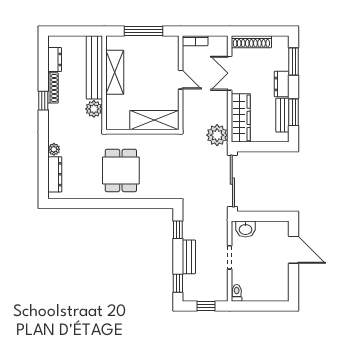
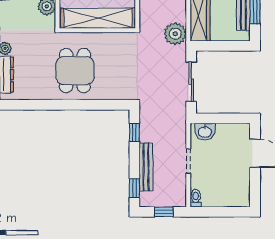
shelving: (154, 120) -> (98, 18), width x1.47
sliding door: (232, 181) -> (191, 82), width x0.73
bench: (189, 257) -> (146, 167), width x1.36

